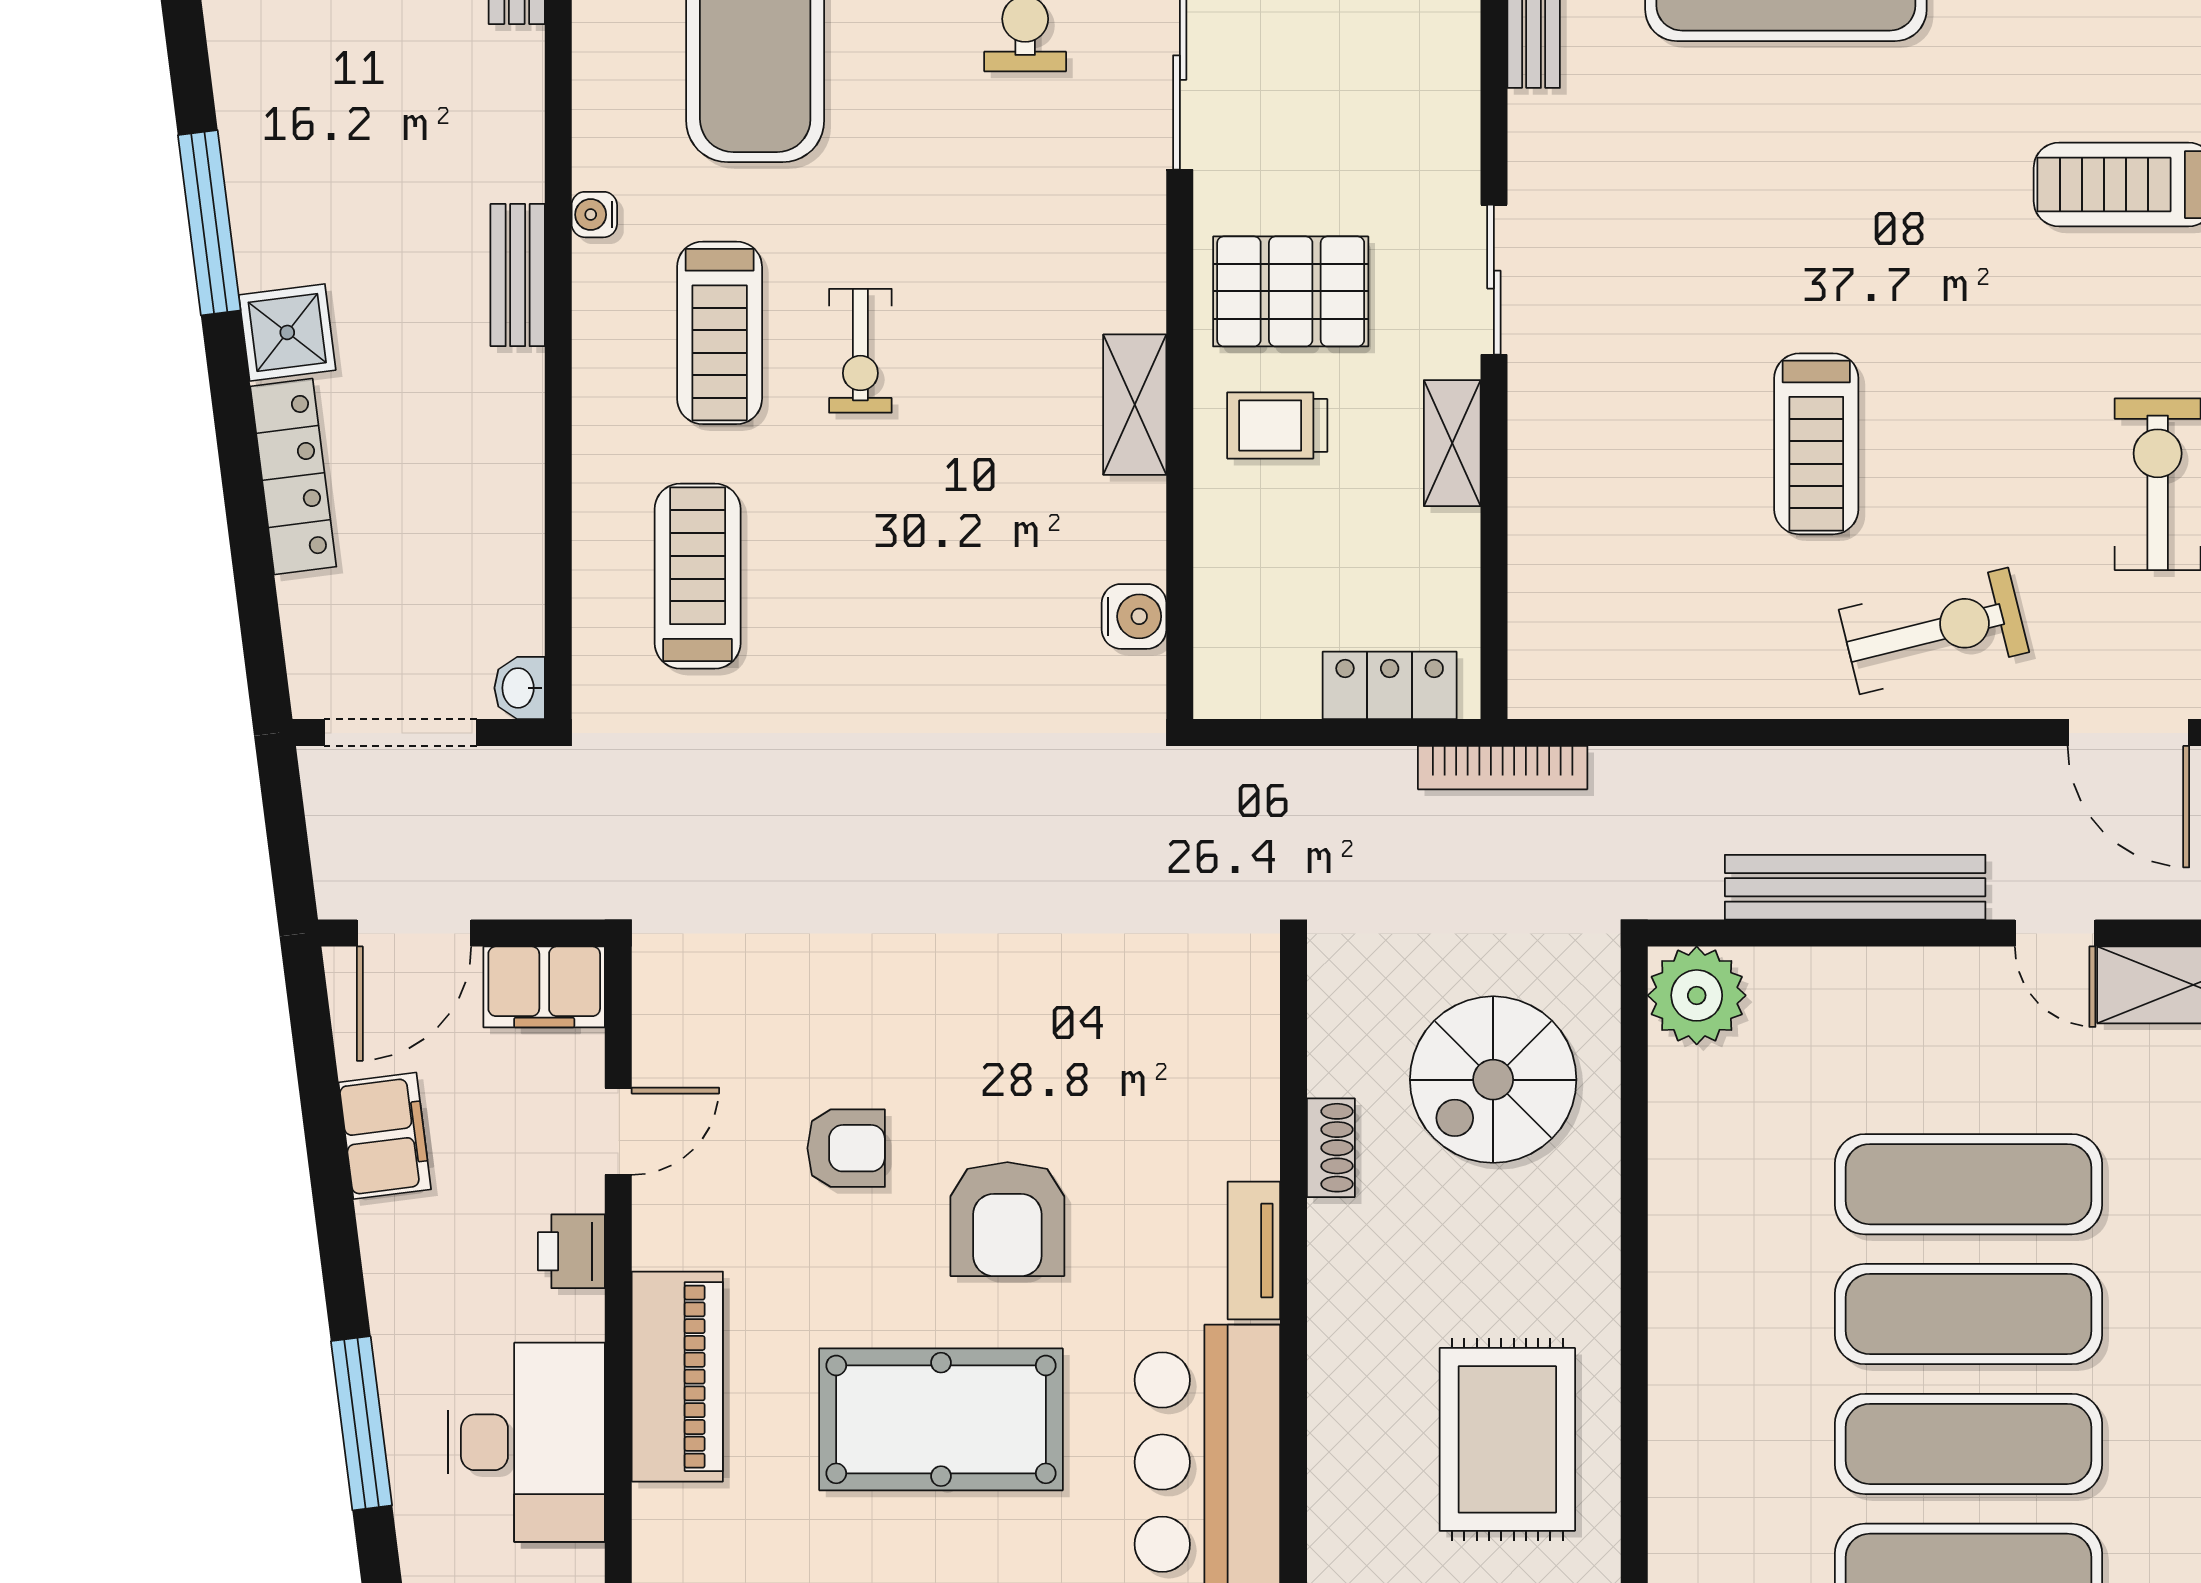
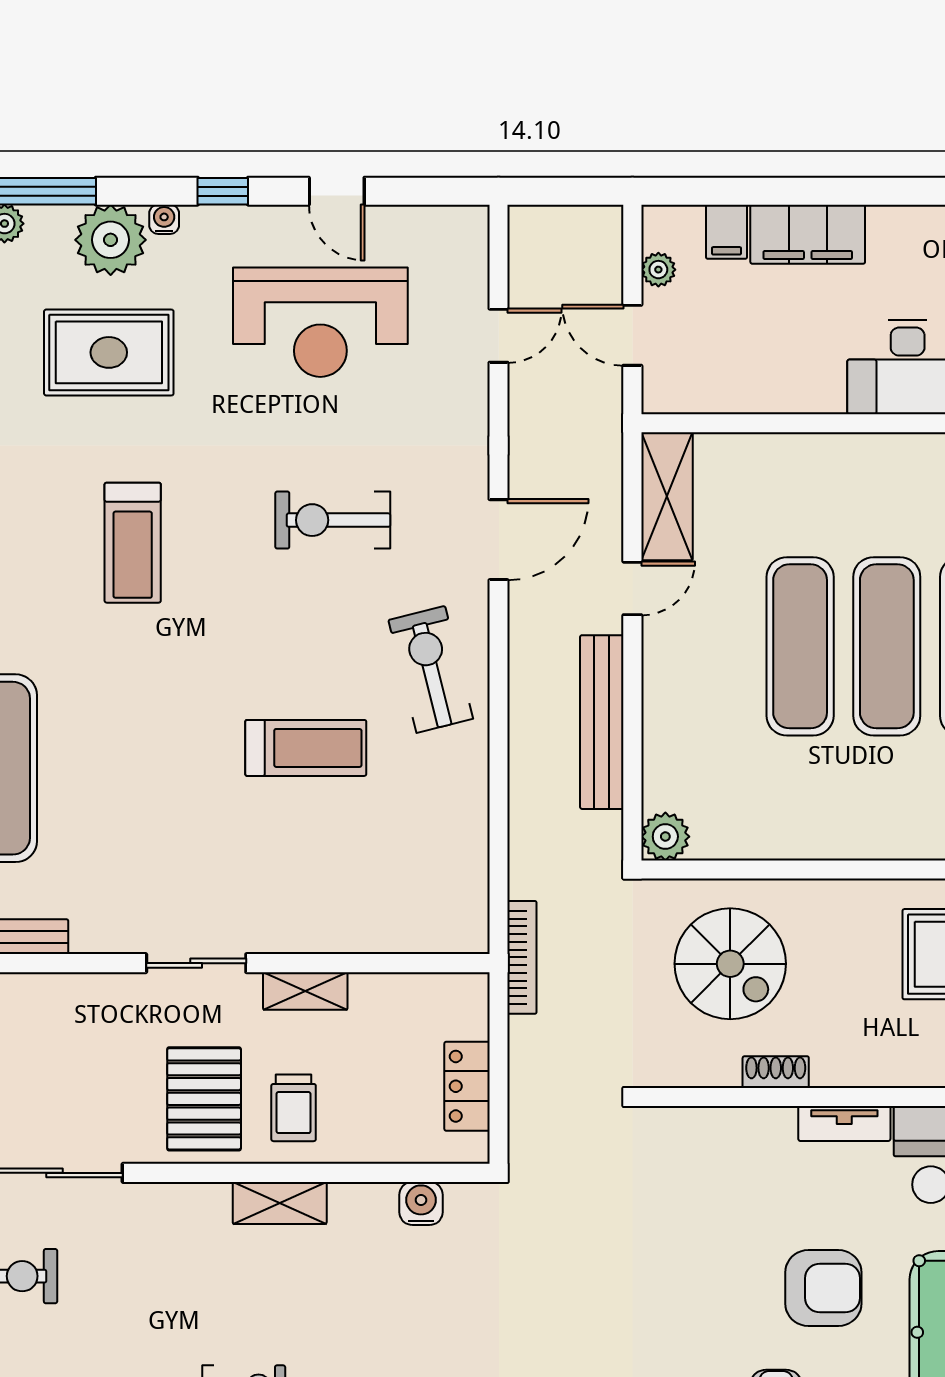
locker: (1390, 685) -> (467, 1086), moved
plant: (1697, 995) -> (665, 837), width x0.73, depth x0.73

